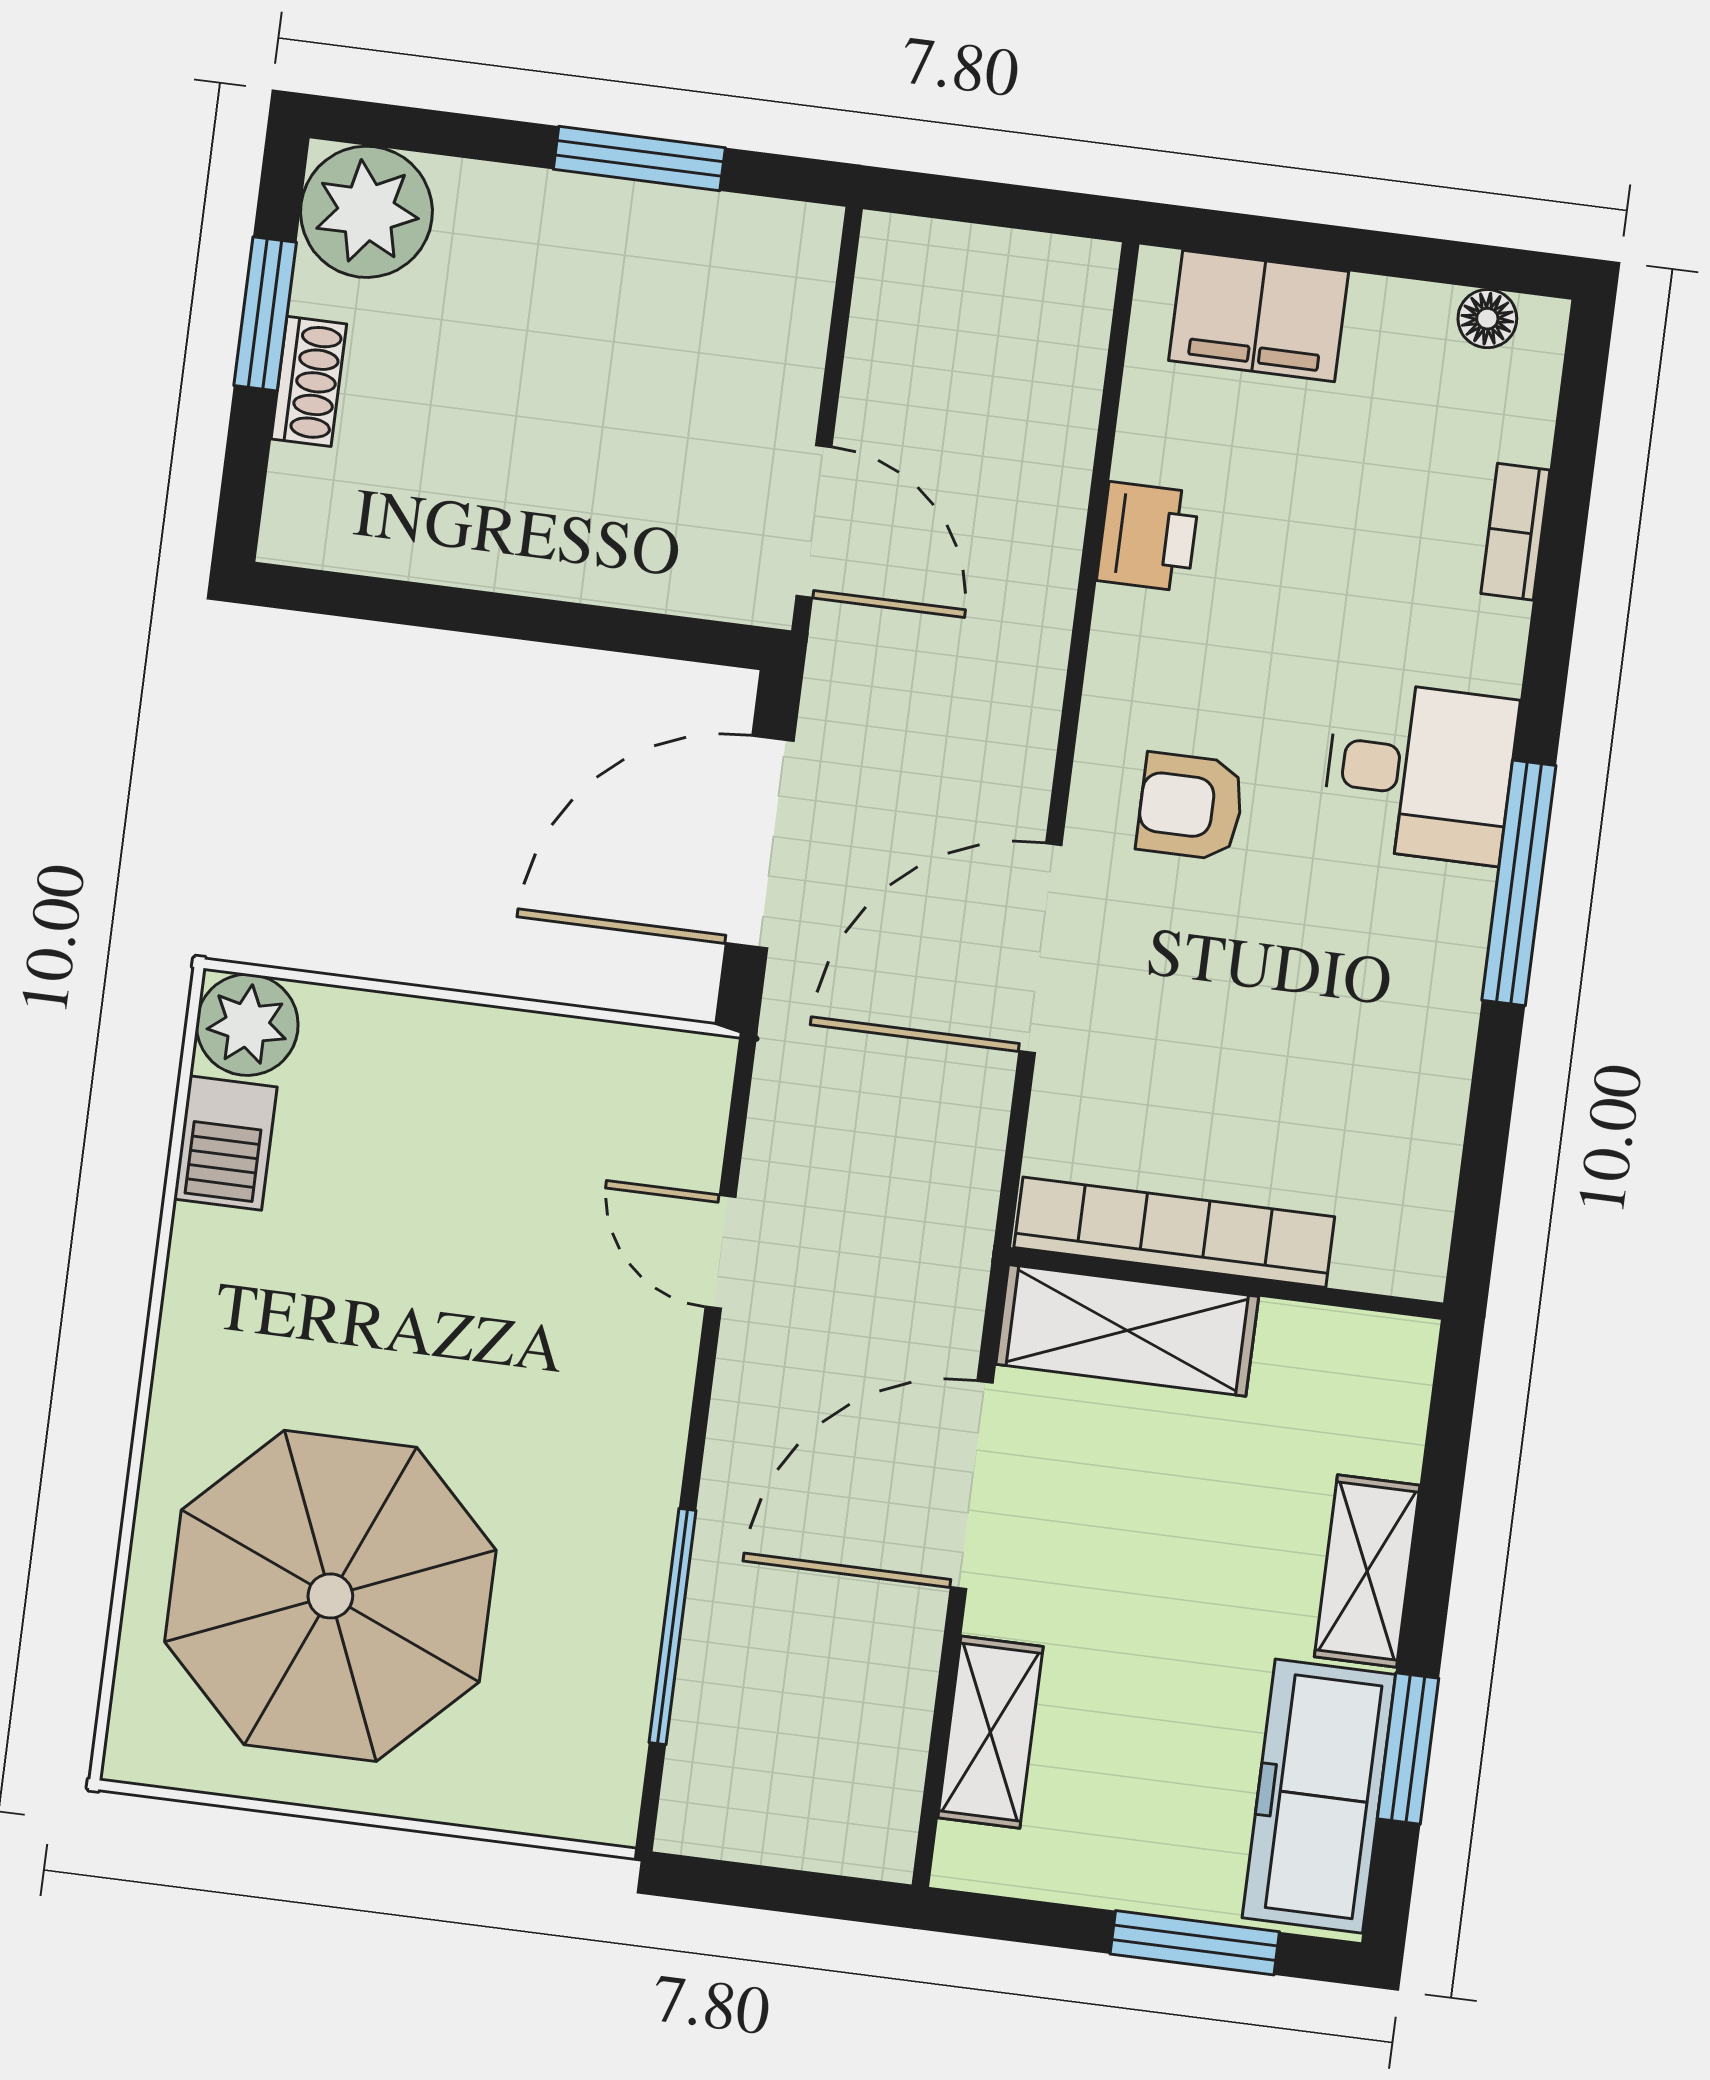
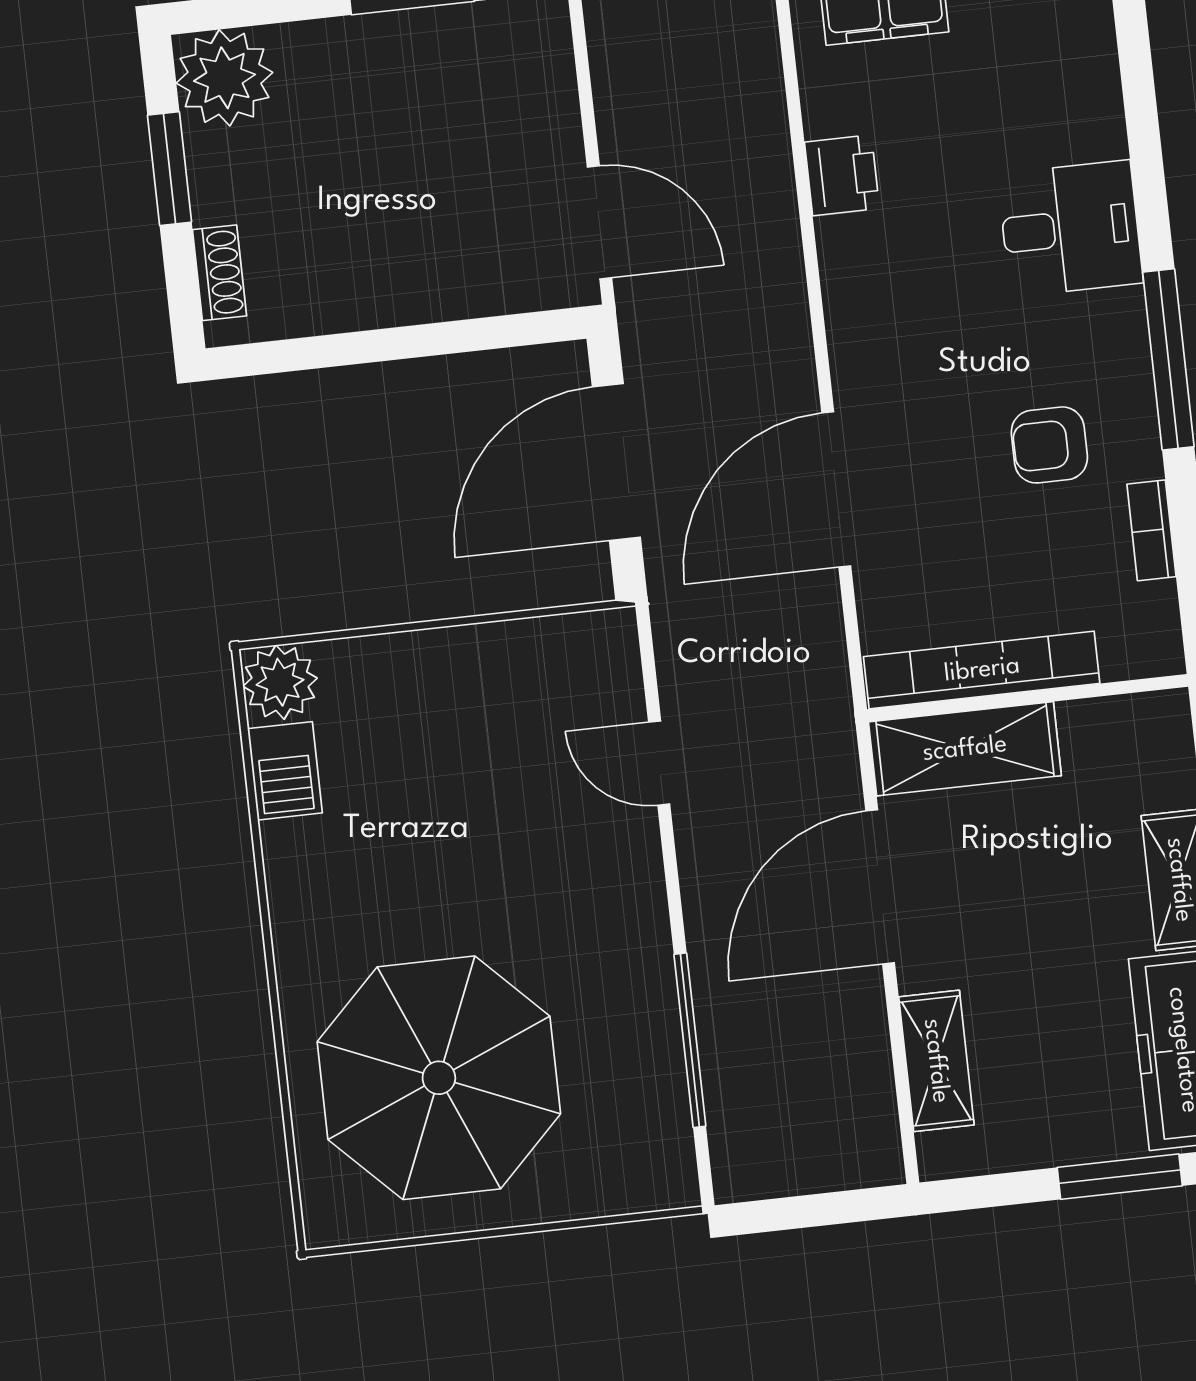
shoe rack: (309, 381) -> (220, 273), moved
bookcase: (1515, 532) -> (1151, 530), moved
desk: (1420, 772) -> (1070, 228), moved
armchair: (1190, 806) -> (1049, 445), moved

